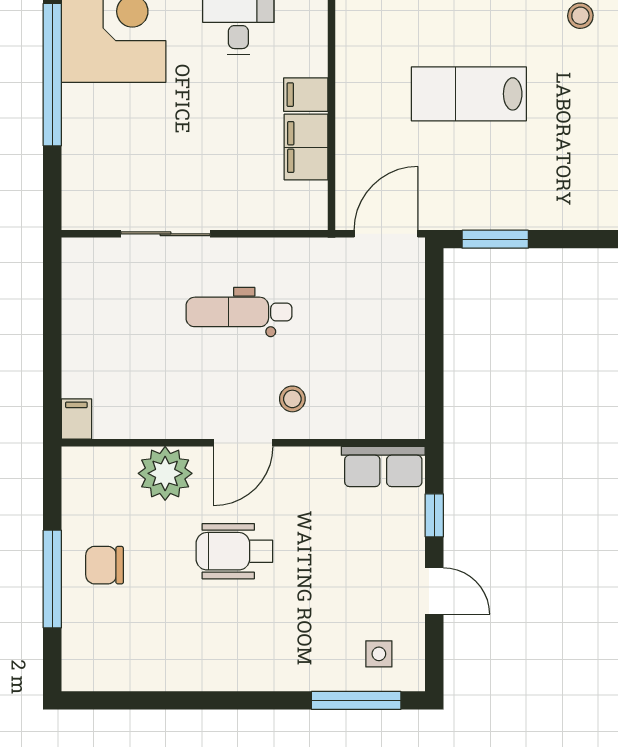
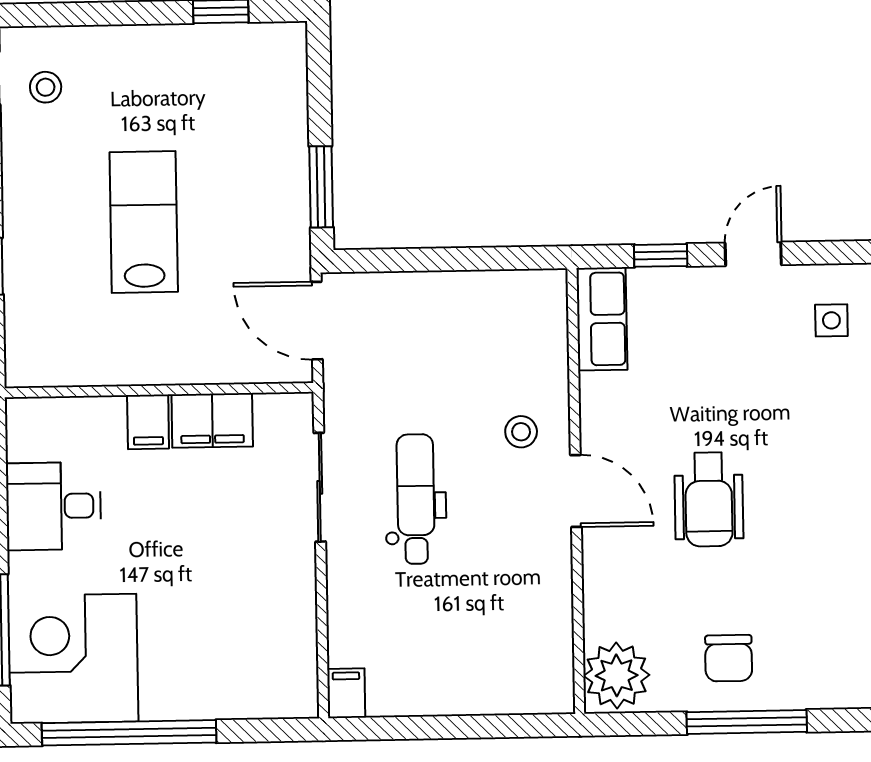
lab bench: (469, 94) -> (144, 222), turned 180
sliding door: (165, 234) -> (320, 487), moved
dental chair: (239, 312) -> (416, 499), turned 180
filing cabinet: (76, 419) -> (346, 693), moved, turned 90
plant: (165, 473) -> (617, 675), moved

